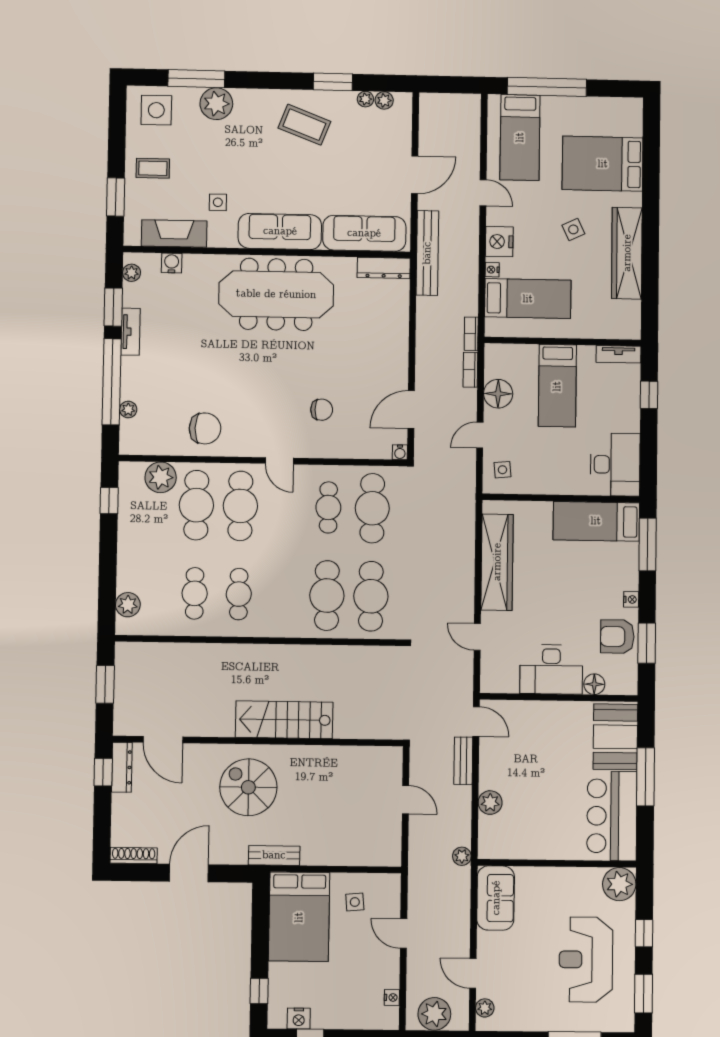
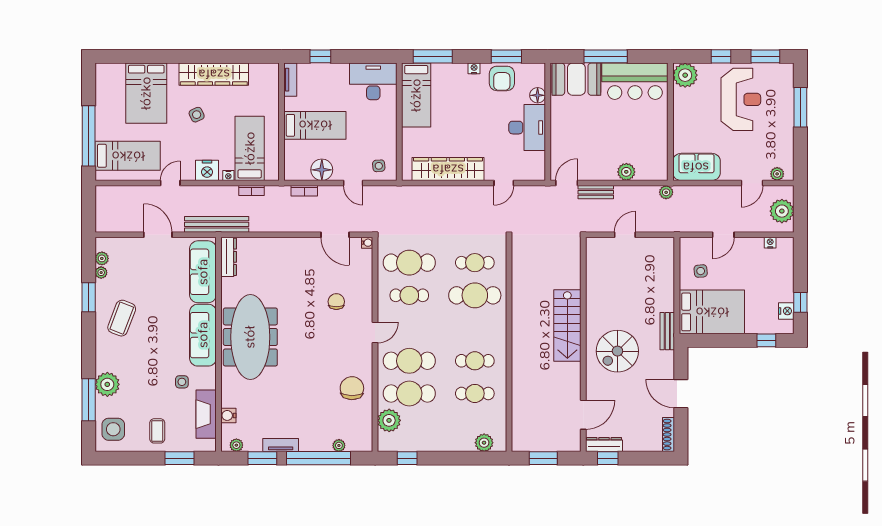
bookcase: (471, 334) -> (251, 191), moved
cafe table: (371, 596) -> (475, 263), width x0.73, depth x0.74
reception desk: (586, 960) -> (741, 99), turned -90

